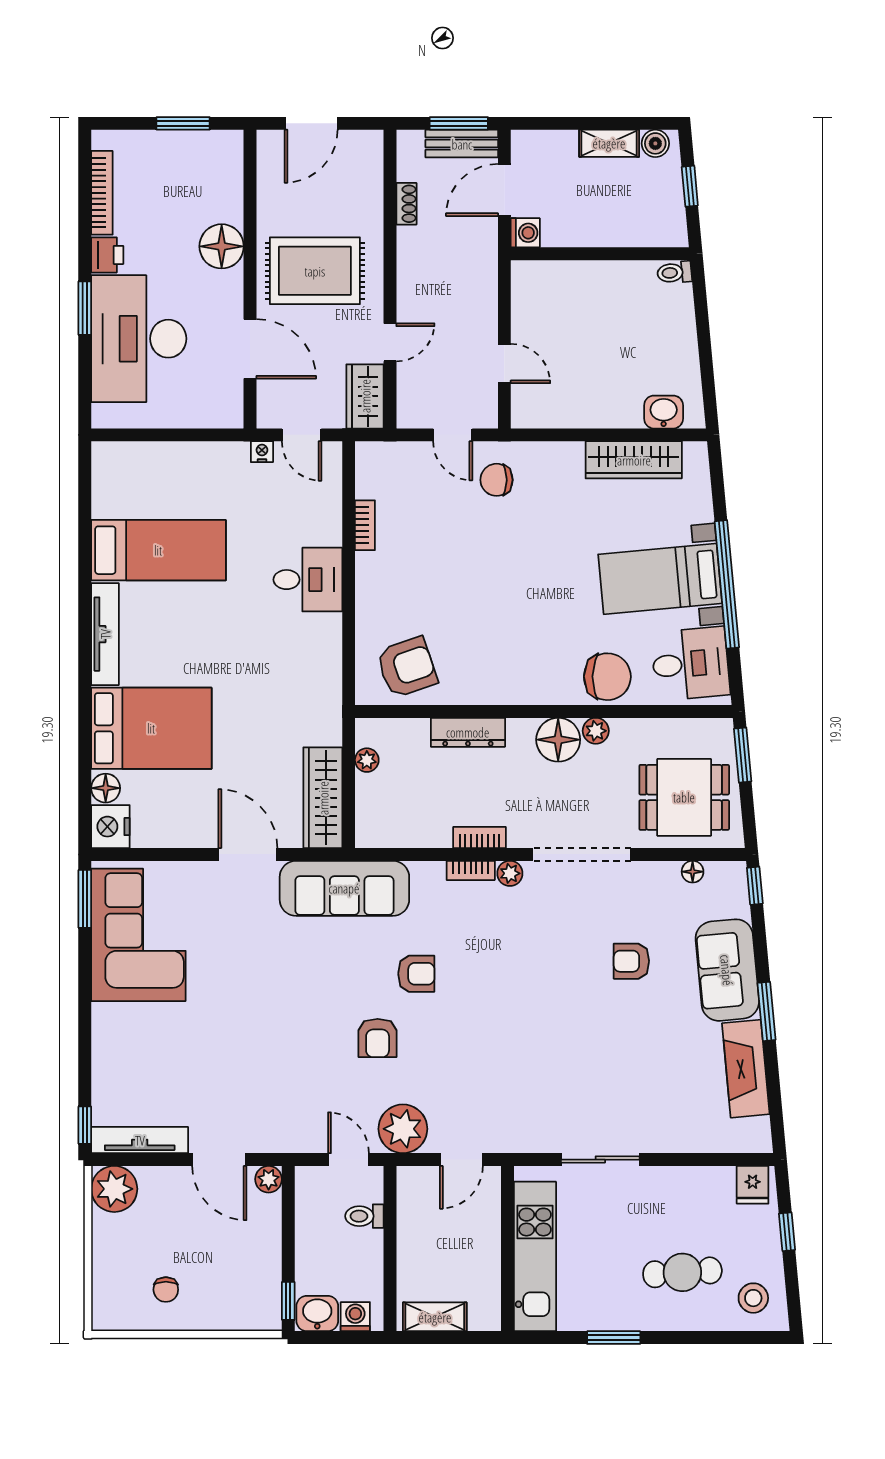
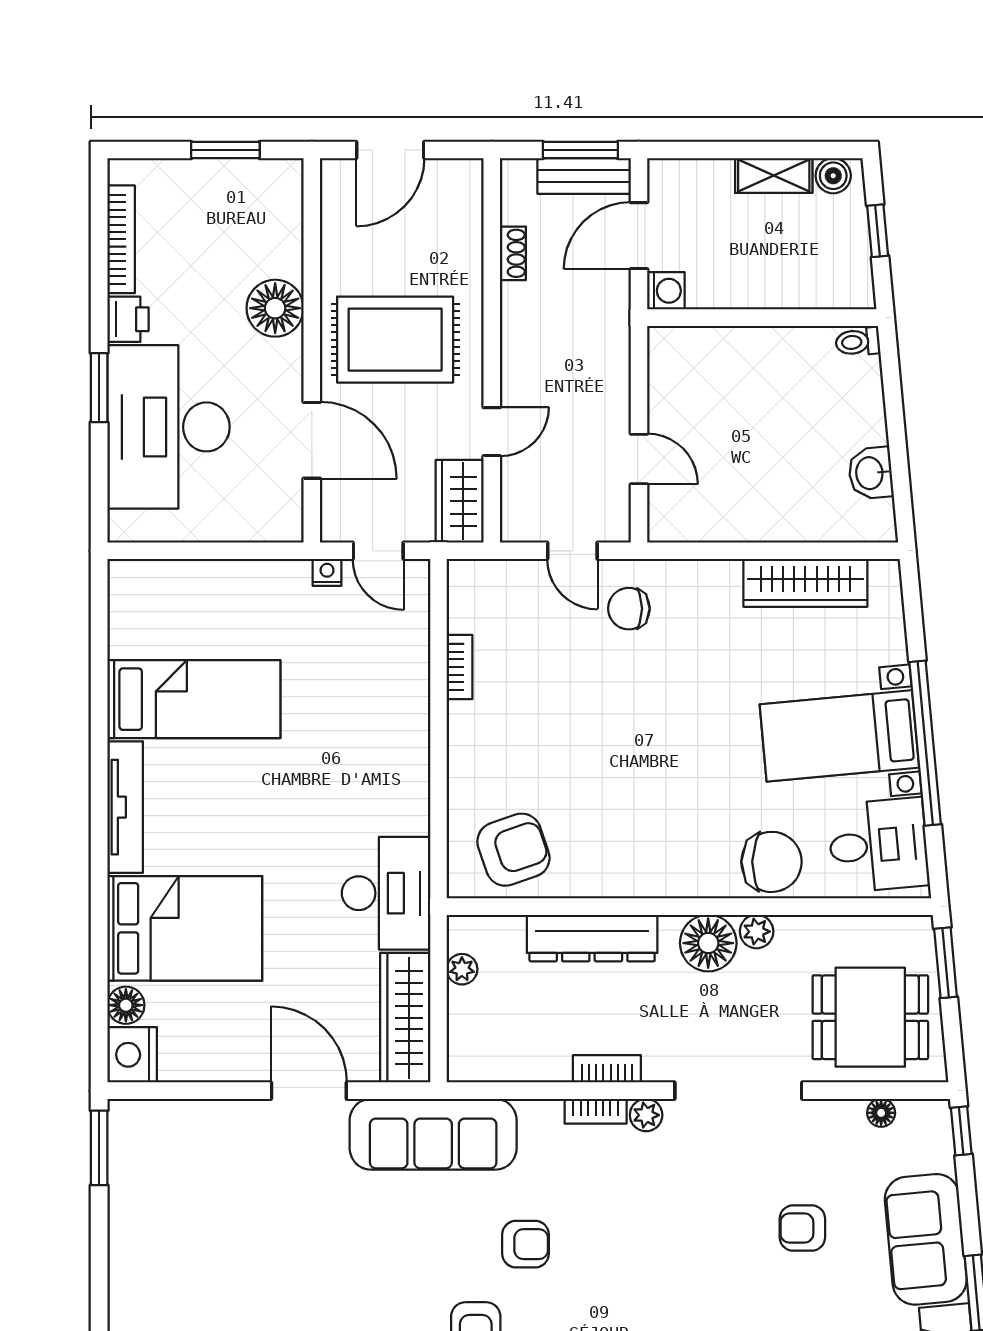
washbasin: (664, 412) -> (871, 473), moved, turned -95
desk: (308, 580) -> (386, 893), moved, width x1.37
dresser: (468, 732) -> (592, 938), width x1.37, depth x1.24
corner sofa: (138, 935) -> (168, 1194), removed

